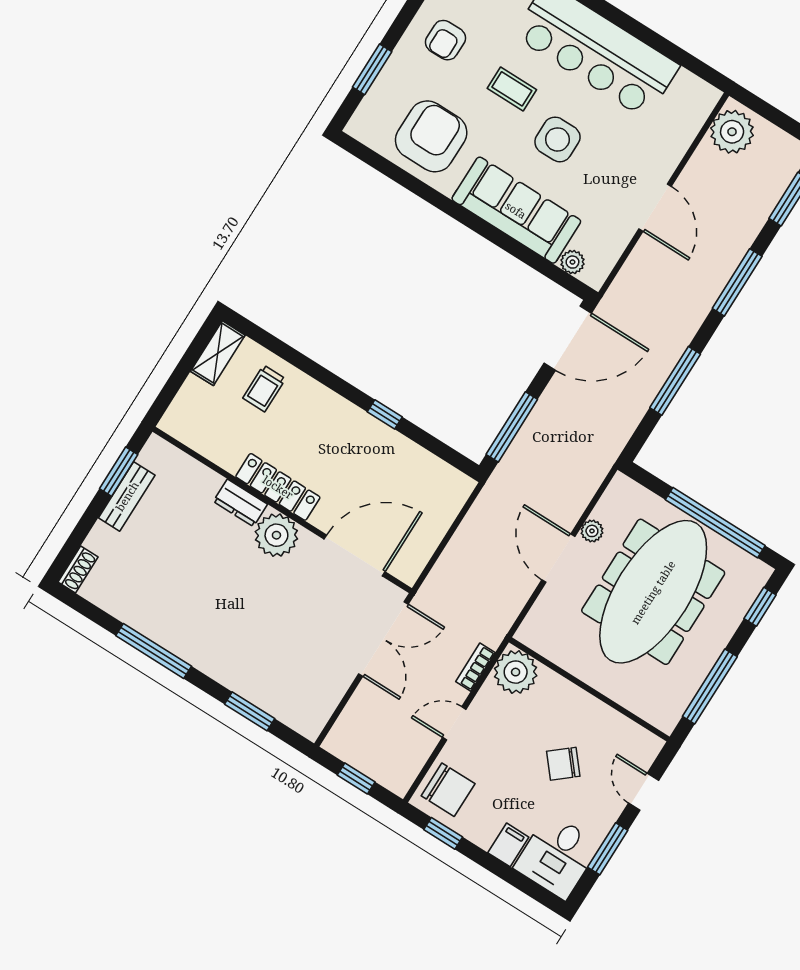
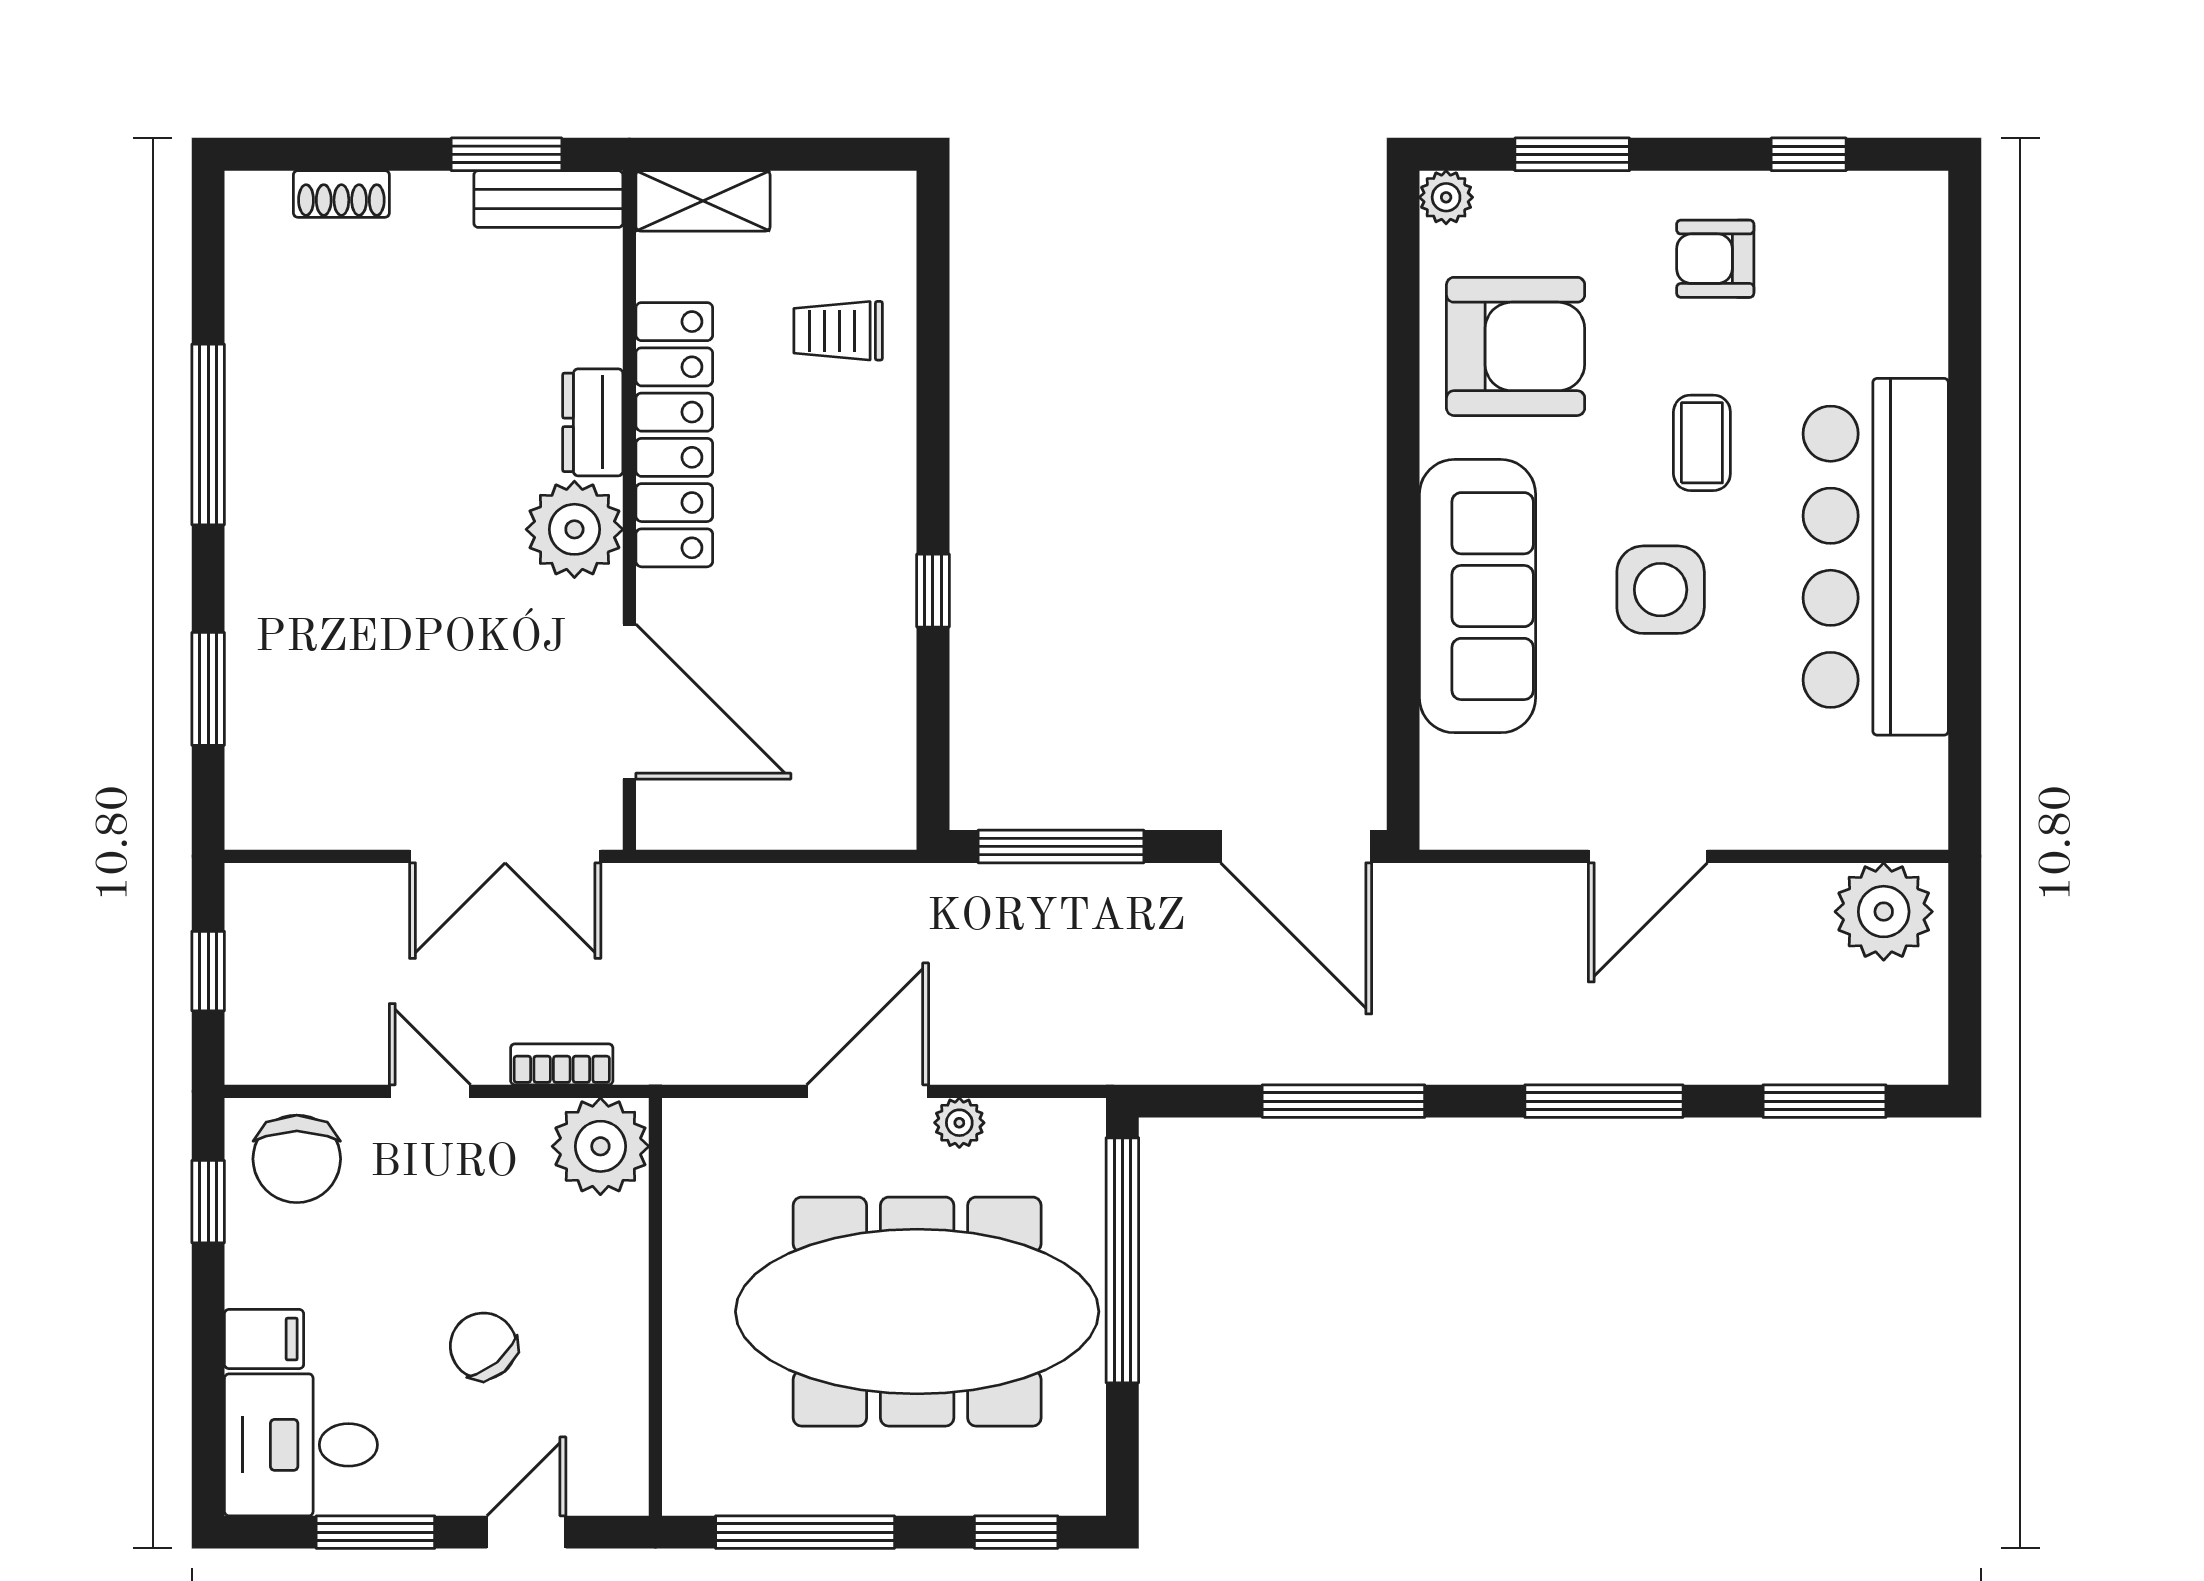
plant: (572, 262) -> (1446, 197), moved
shelving: (218, 353) -> (703, 201), moved
locker: (278, 487) -> (674, 435), width x1.41, depth x1.21
bench: (127, 496) -> (548, 199), moved
window: (715, 523) -> (1122, 1260), moved
shoe rack: (78, 569) -> (341, 194), moved

